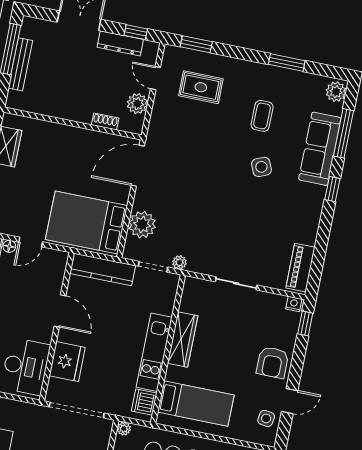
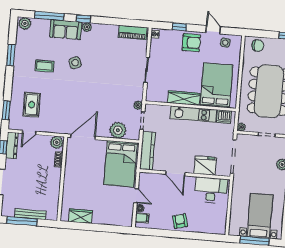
dresser: (120, 43) -> (12, 146), moved
plant: (137, 104) -> (57, 142), moved
sofa: (320, 149) -> (66, 30), width x0.73
door: (138, 166) -> (83, 137), swing flipped
plant: (318, 193) -> (87, 27), added
door: (60, 311) -> (175, 173), swing flipped
window: (305, 323) -> (179, 27), moved
bed: (196, 403) -> (216, 85), width x1.50

